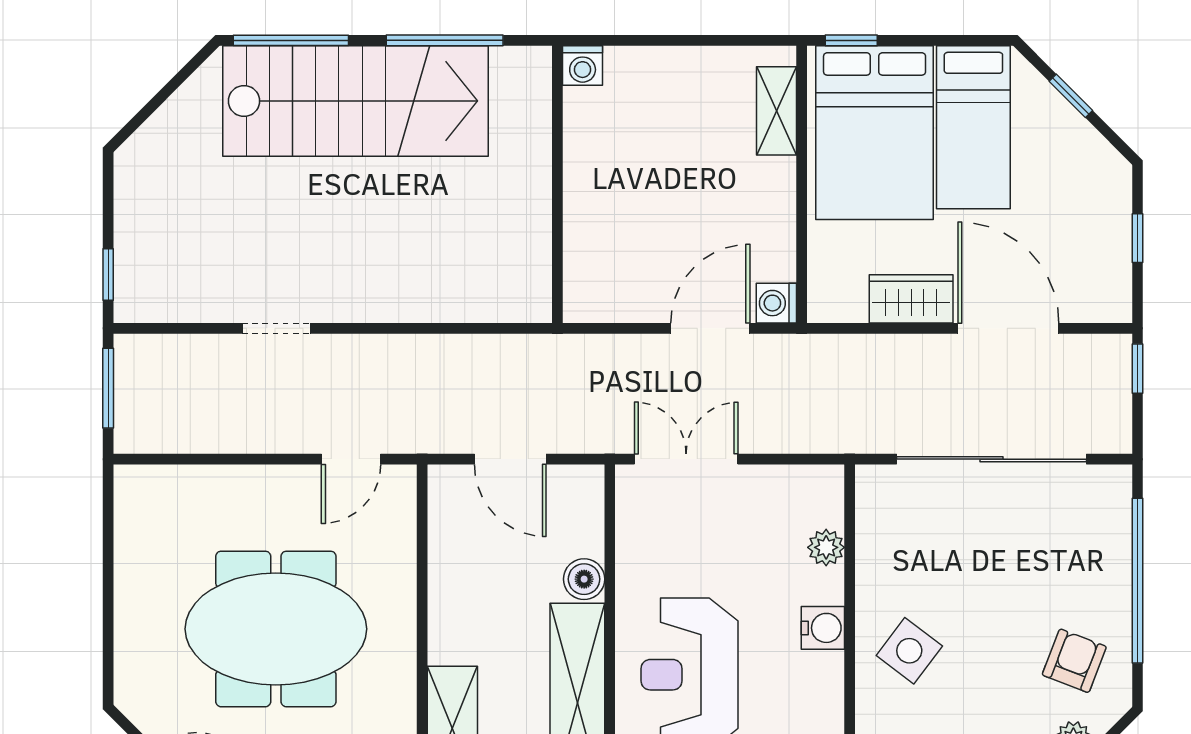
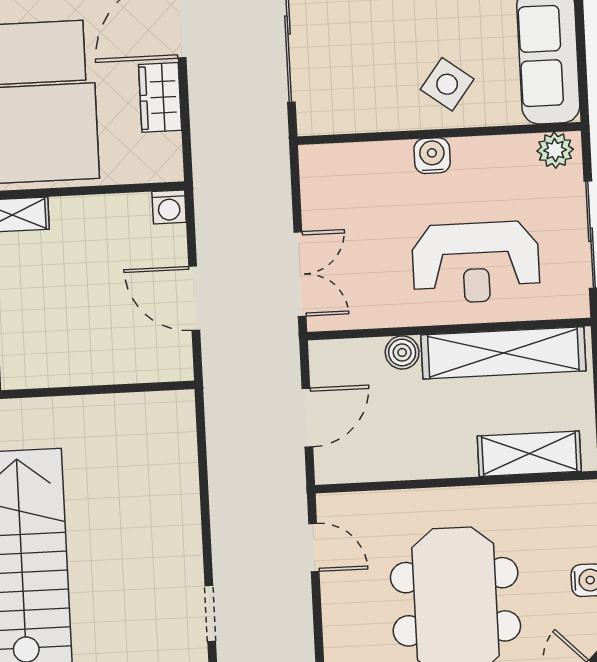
door: (710, 328) -> (194, 298), moved
double door: (686, 459) -> (300, 274), swing flipped
plant: (826, 547) -> (366, 156), removed

